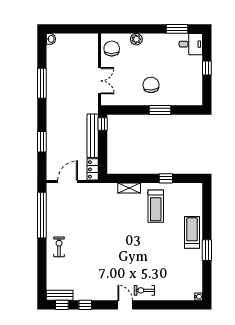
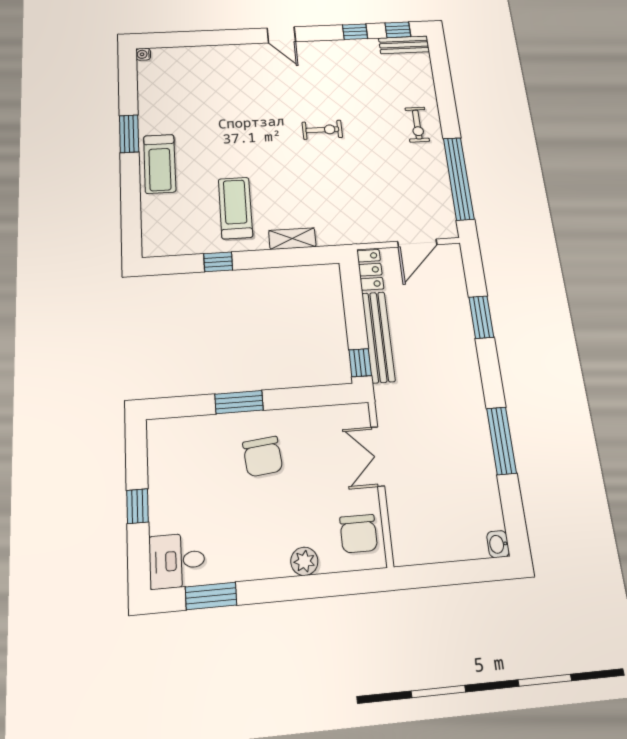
exercise bike: (144, 290) -> (322, 130), moved

